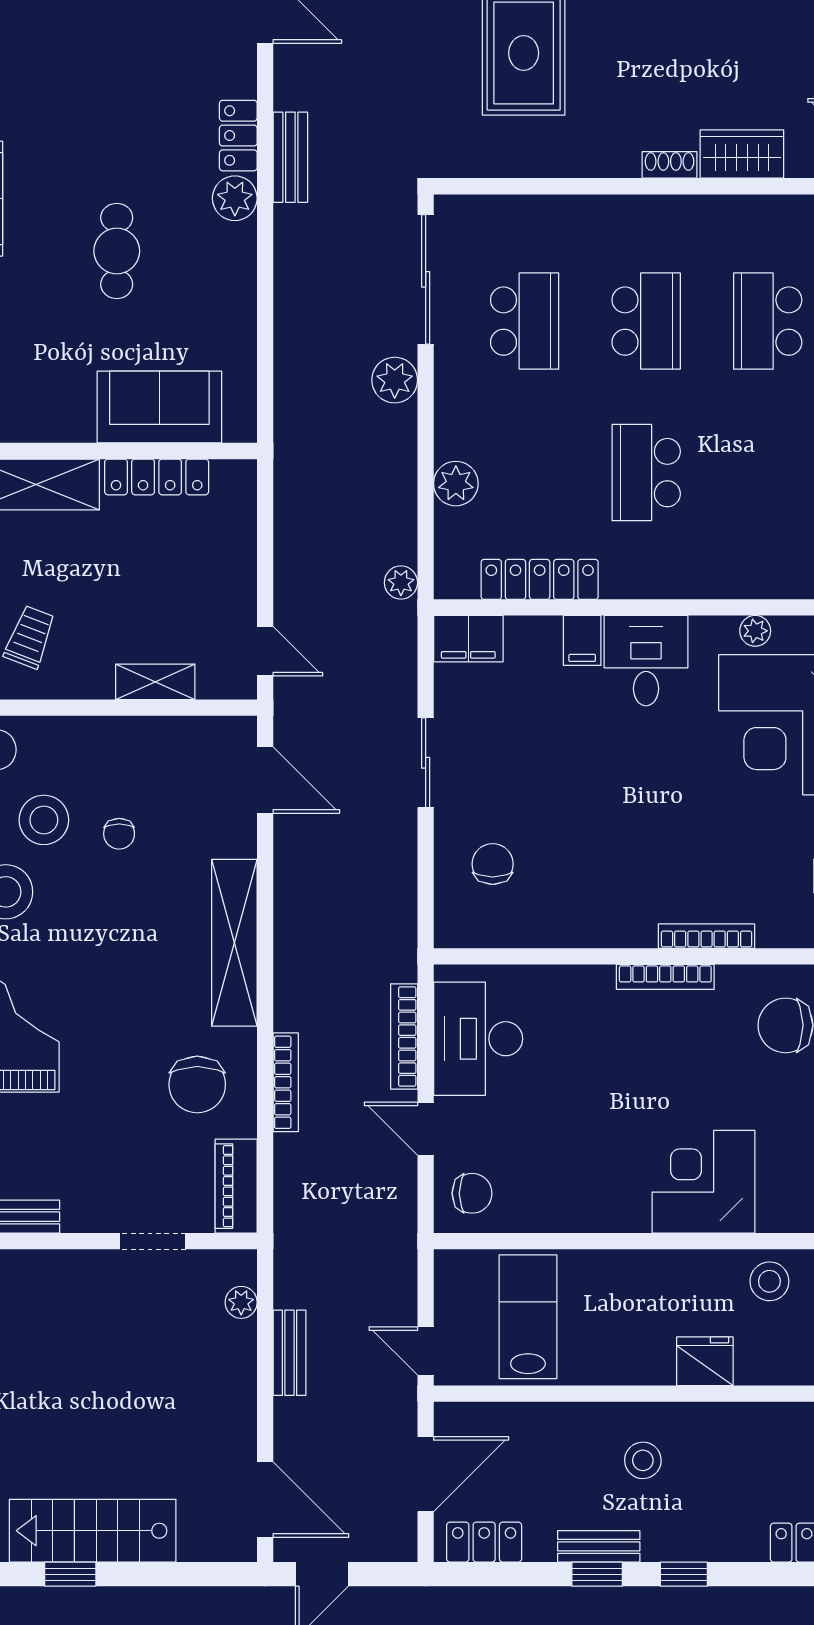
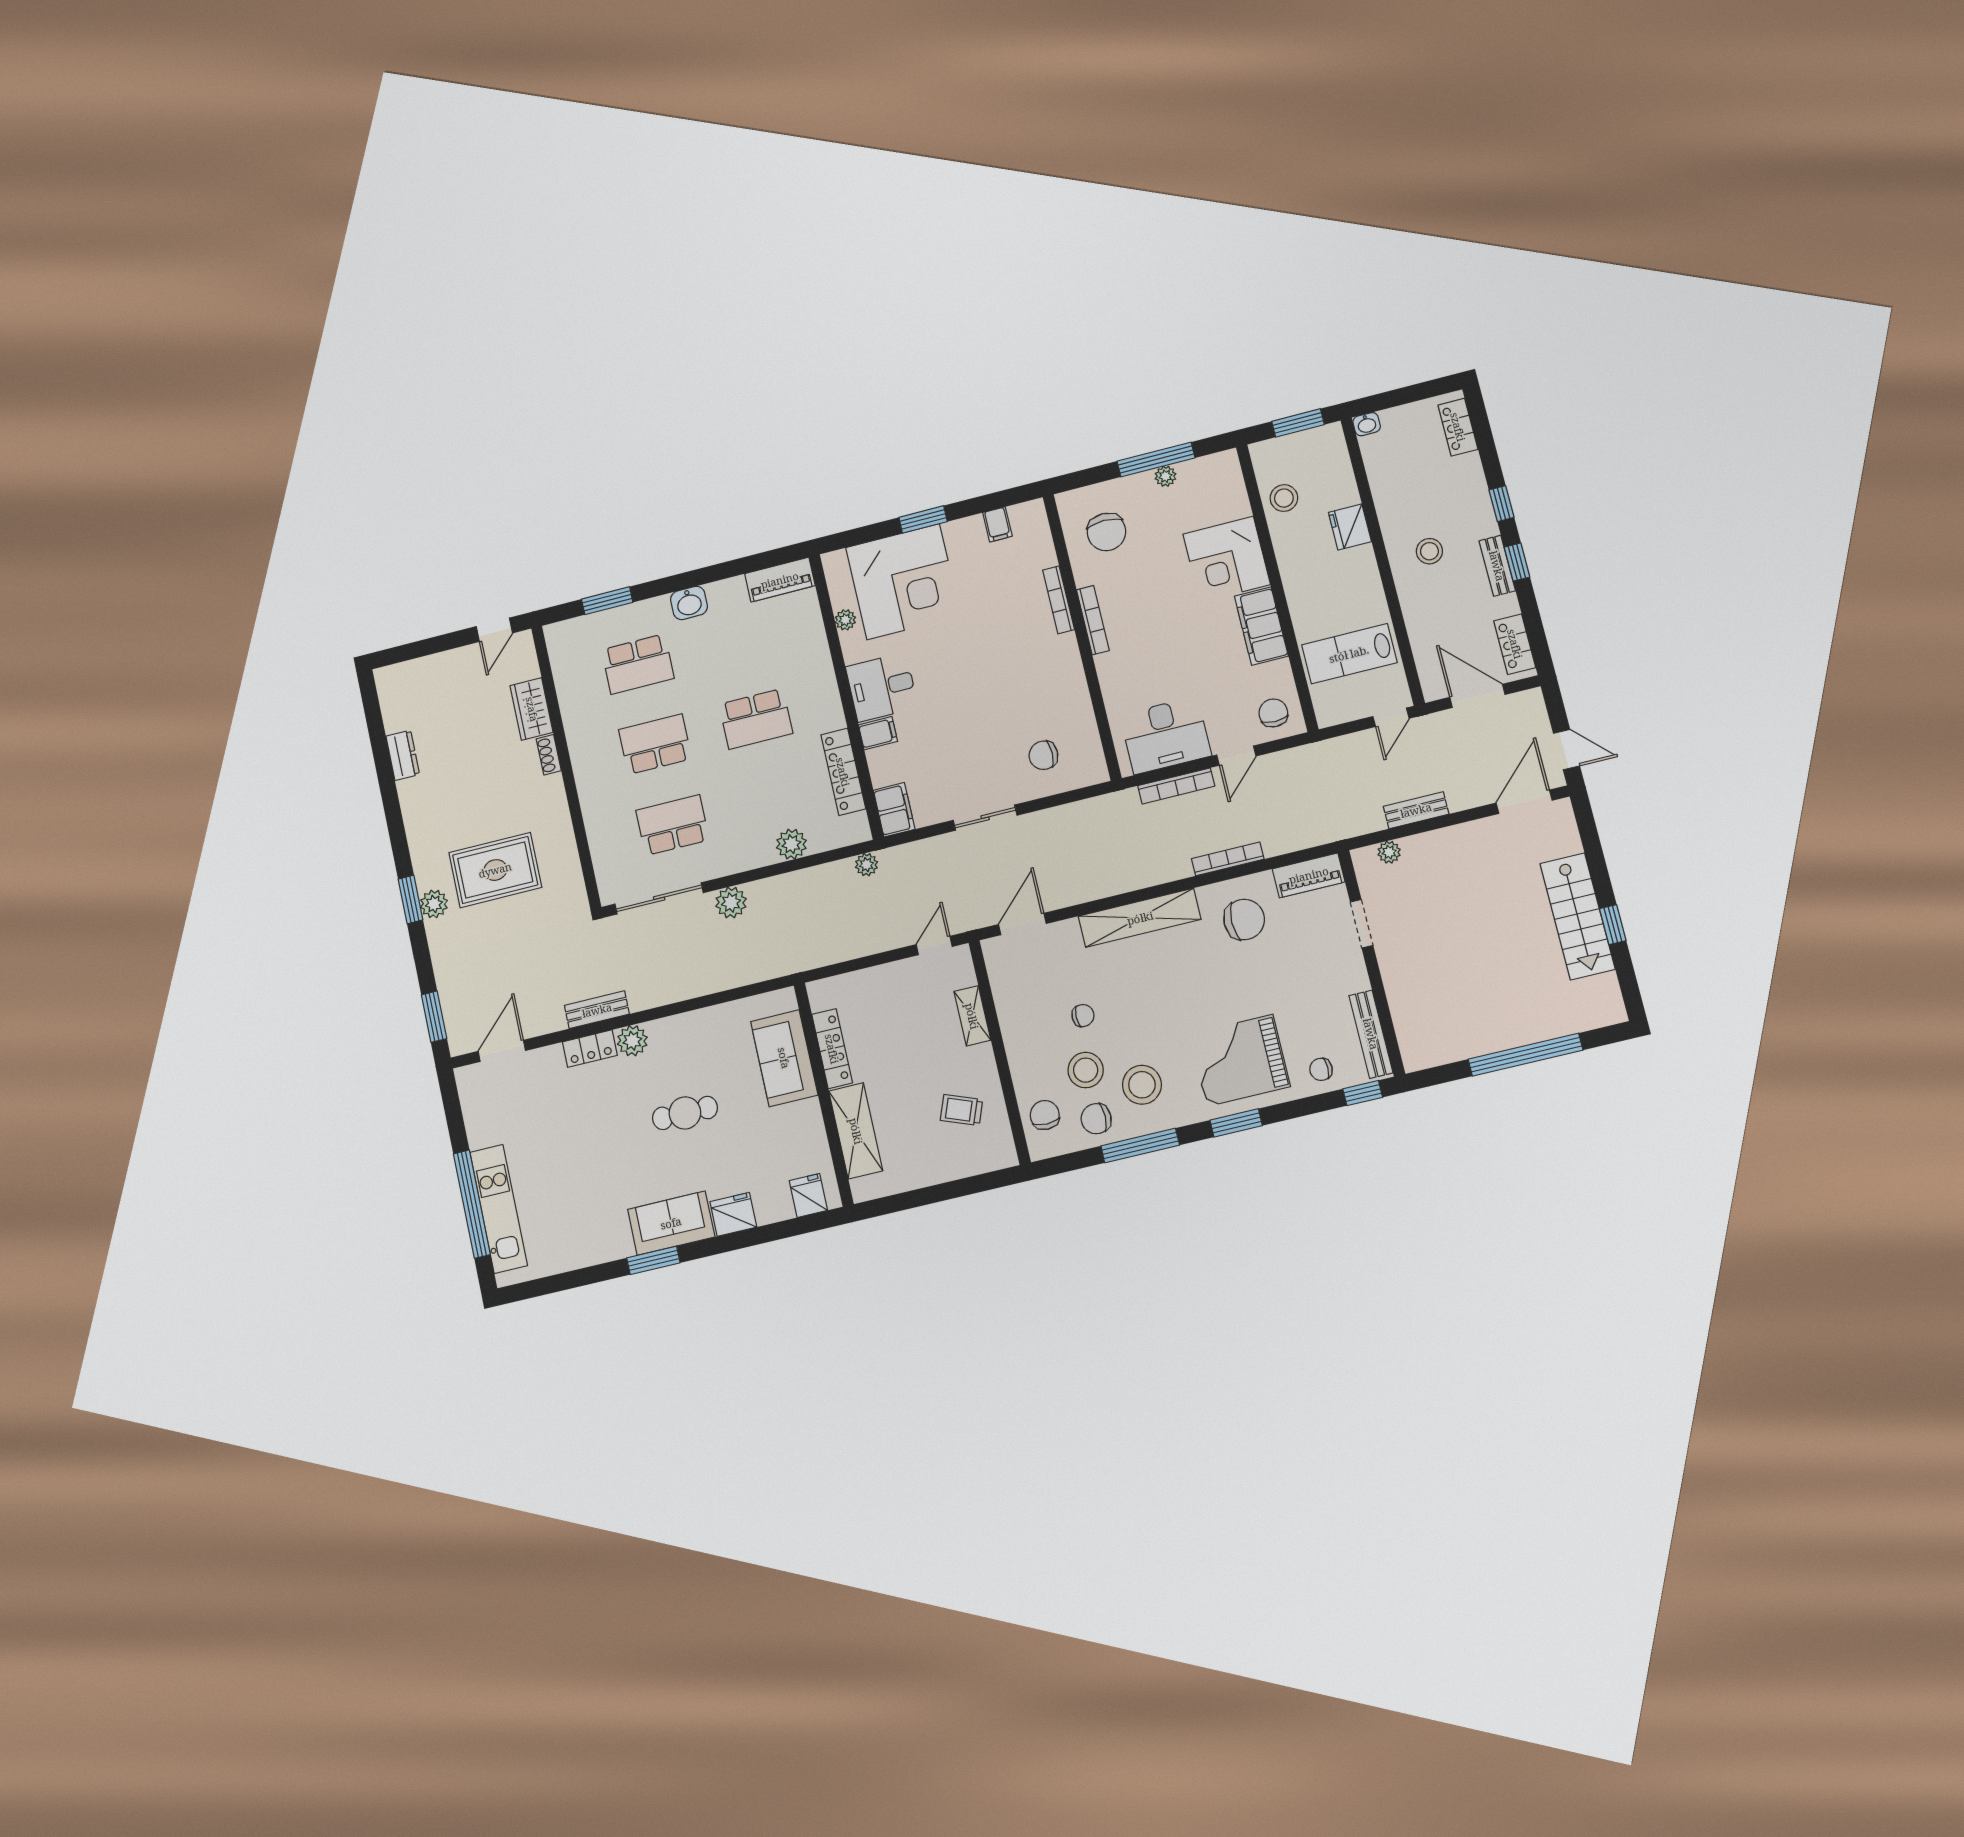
filing cabinet: (597, 1206) -> (1261, 626), added

